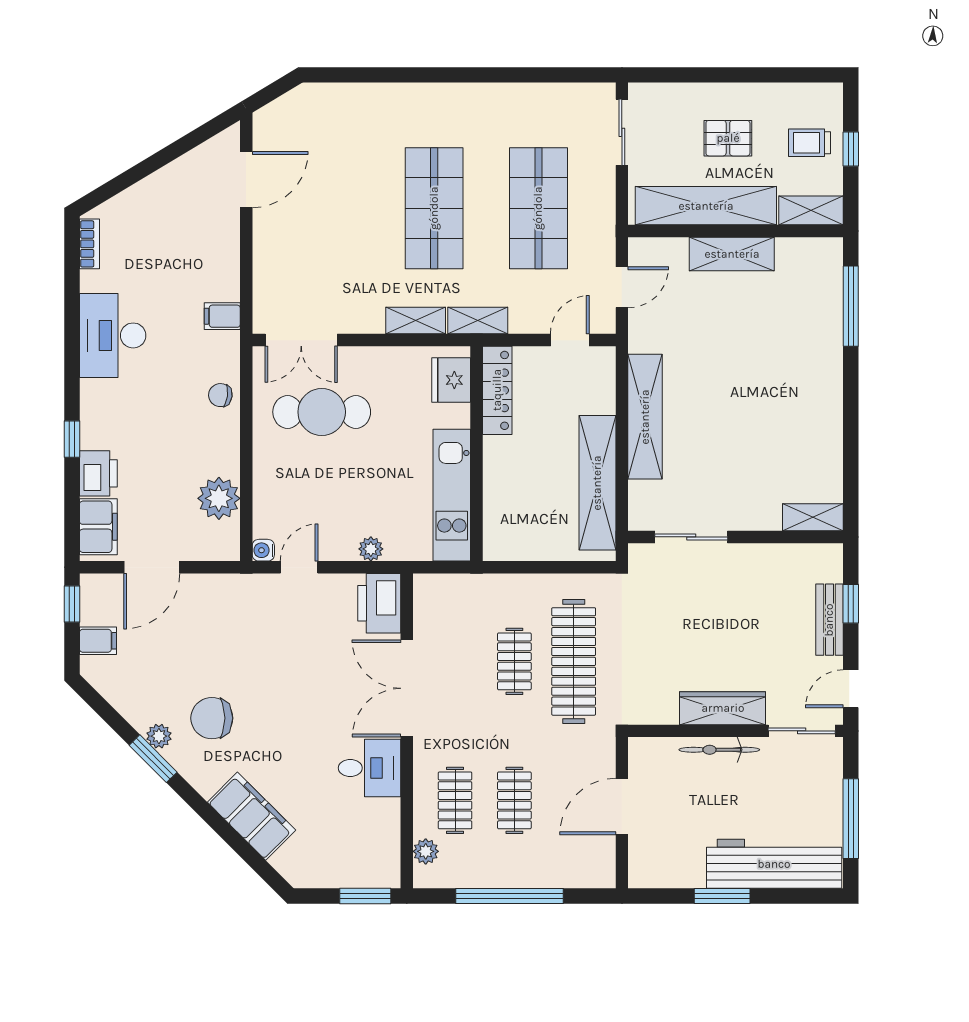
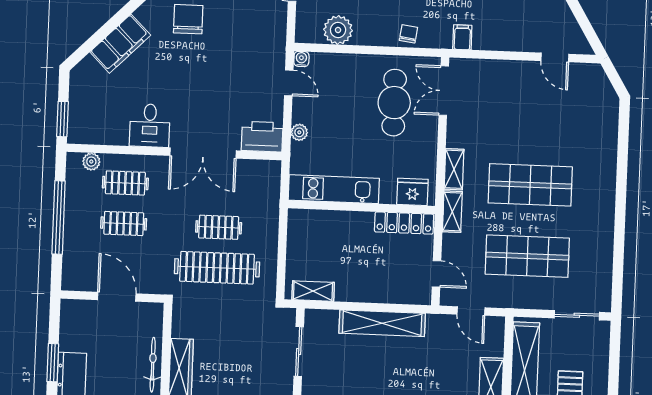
door: (246, 180) -> (555, 57), width x0.73
shelving: (597, 483) -> (313, 291), width x0.45, depth x0.75
double door: (407, 688) -> (203, 153), swing flipped

